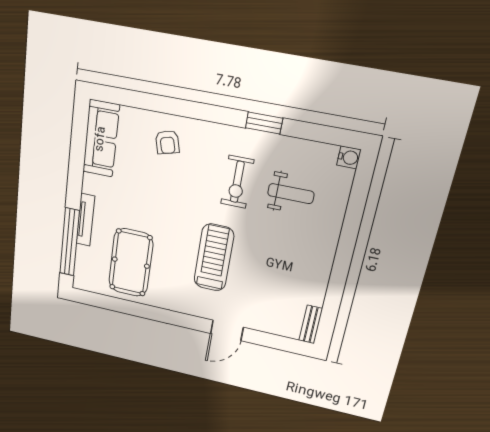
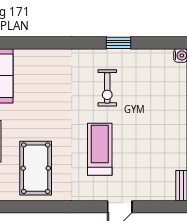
armchair: (167, 142) -> (52, 69), removed
weight bench: (291, 194) -> (147, 89), removed

